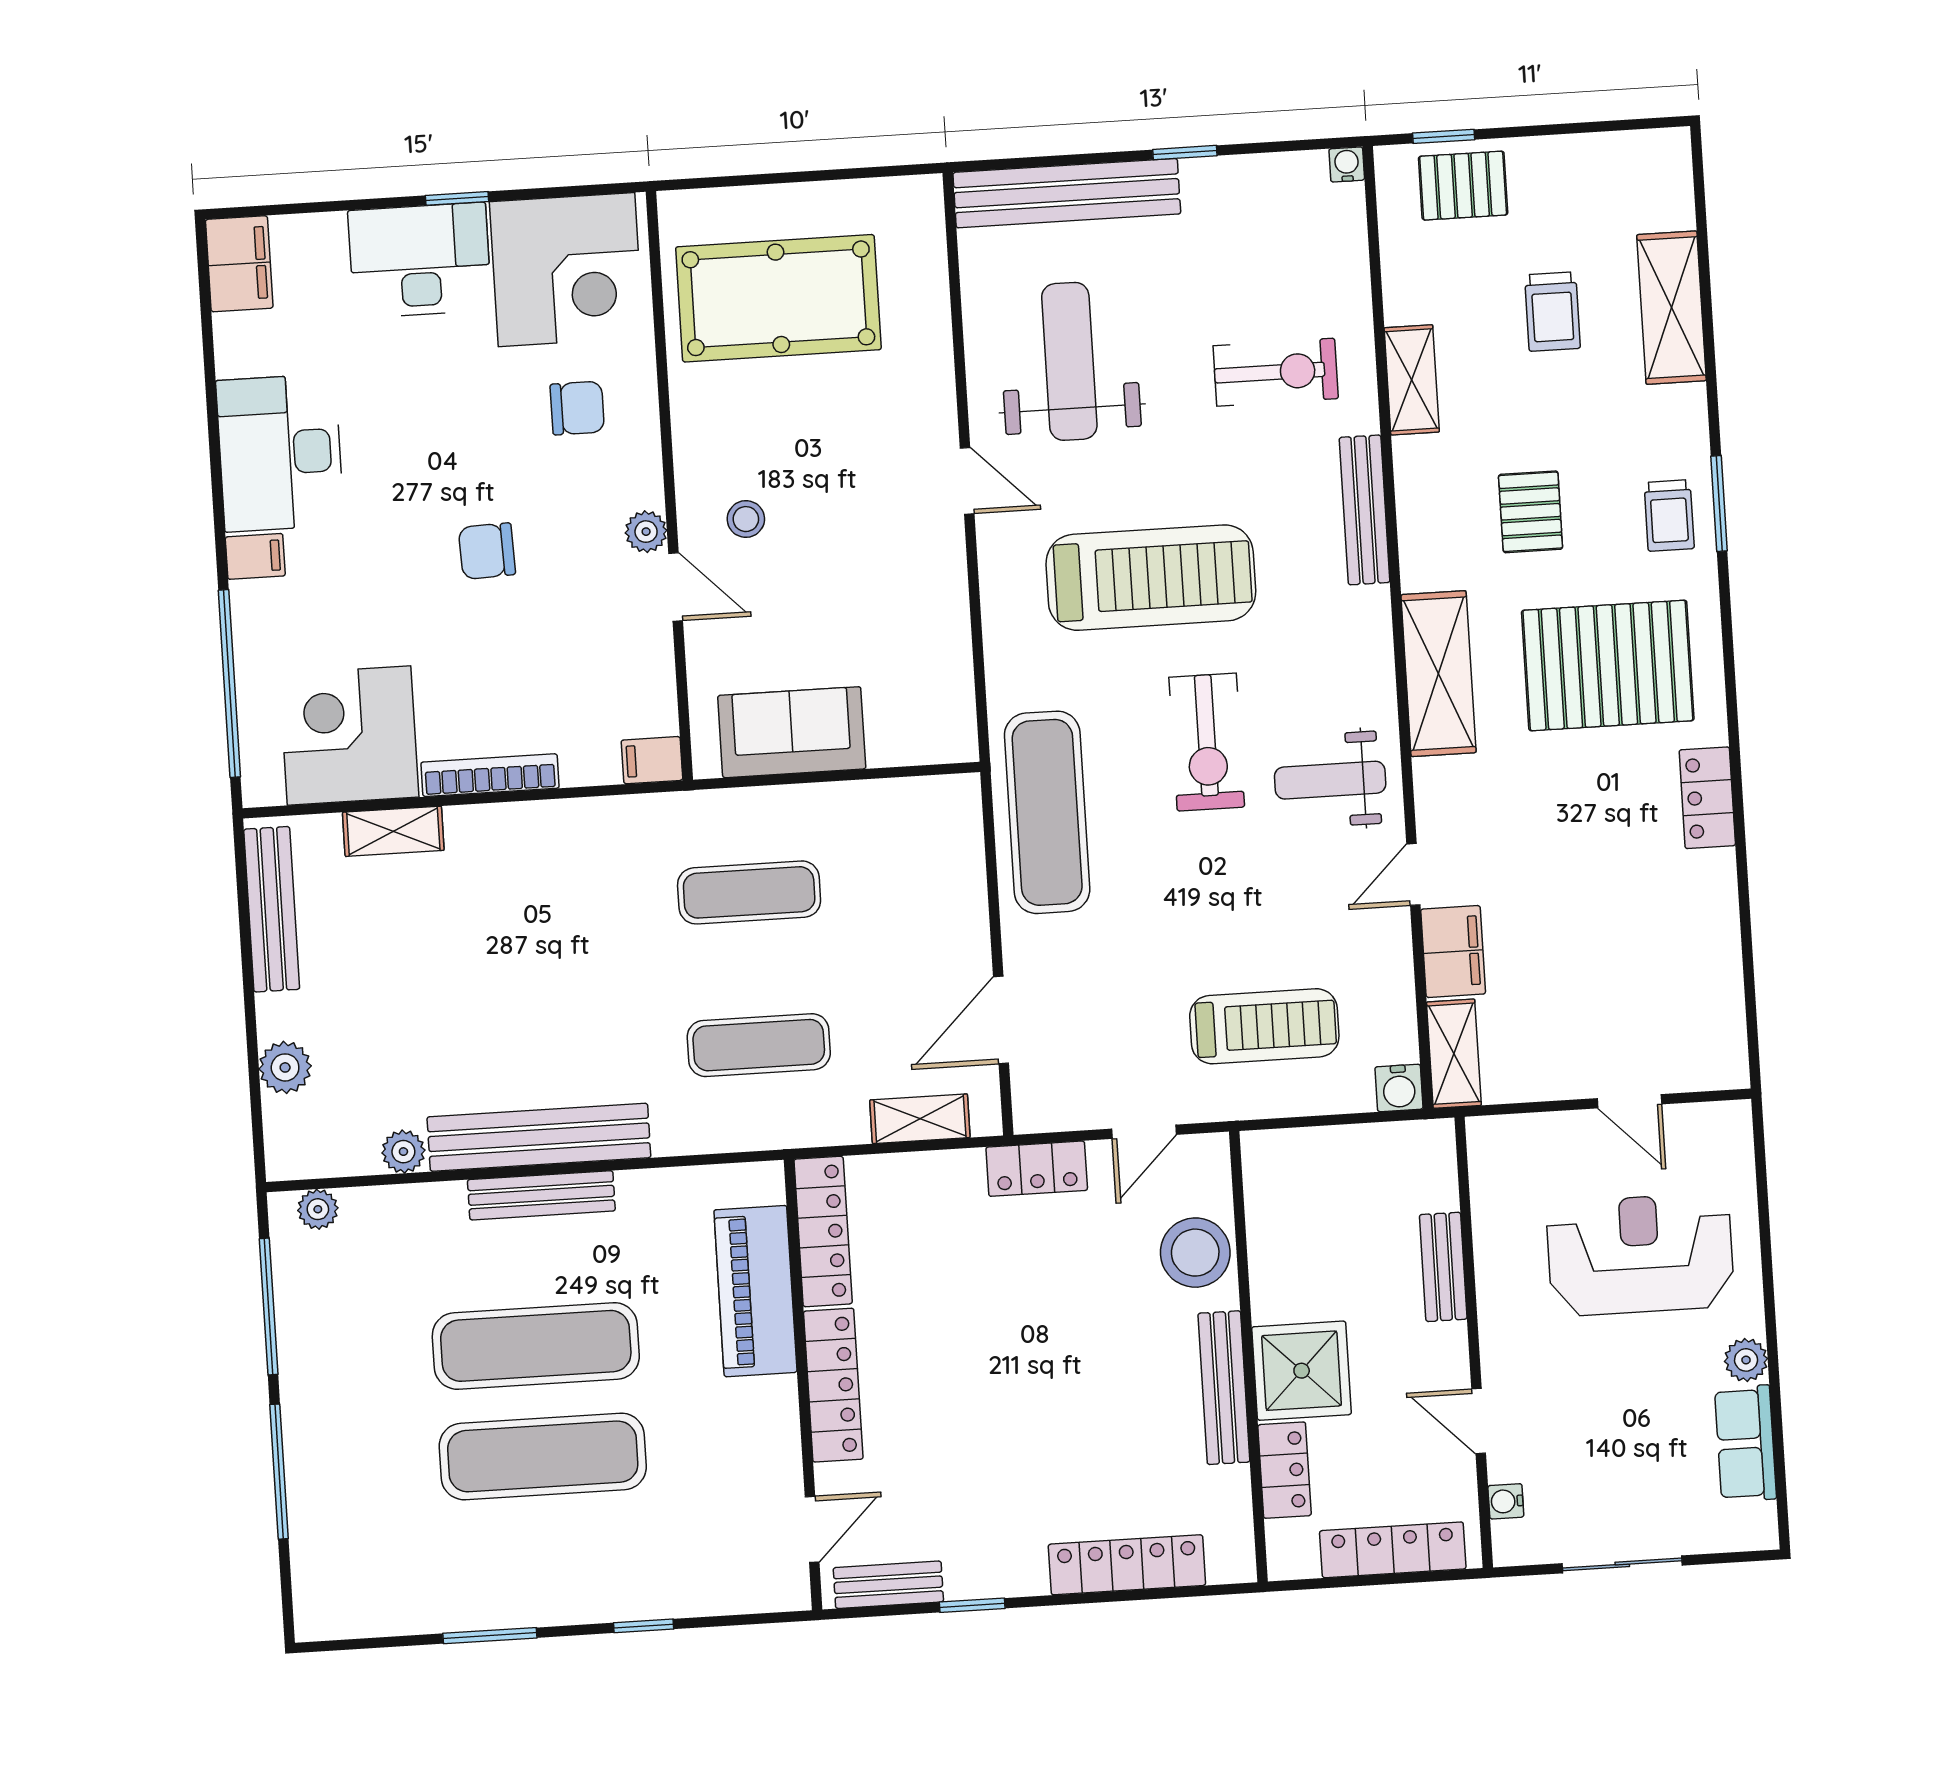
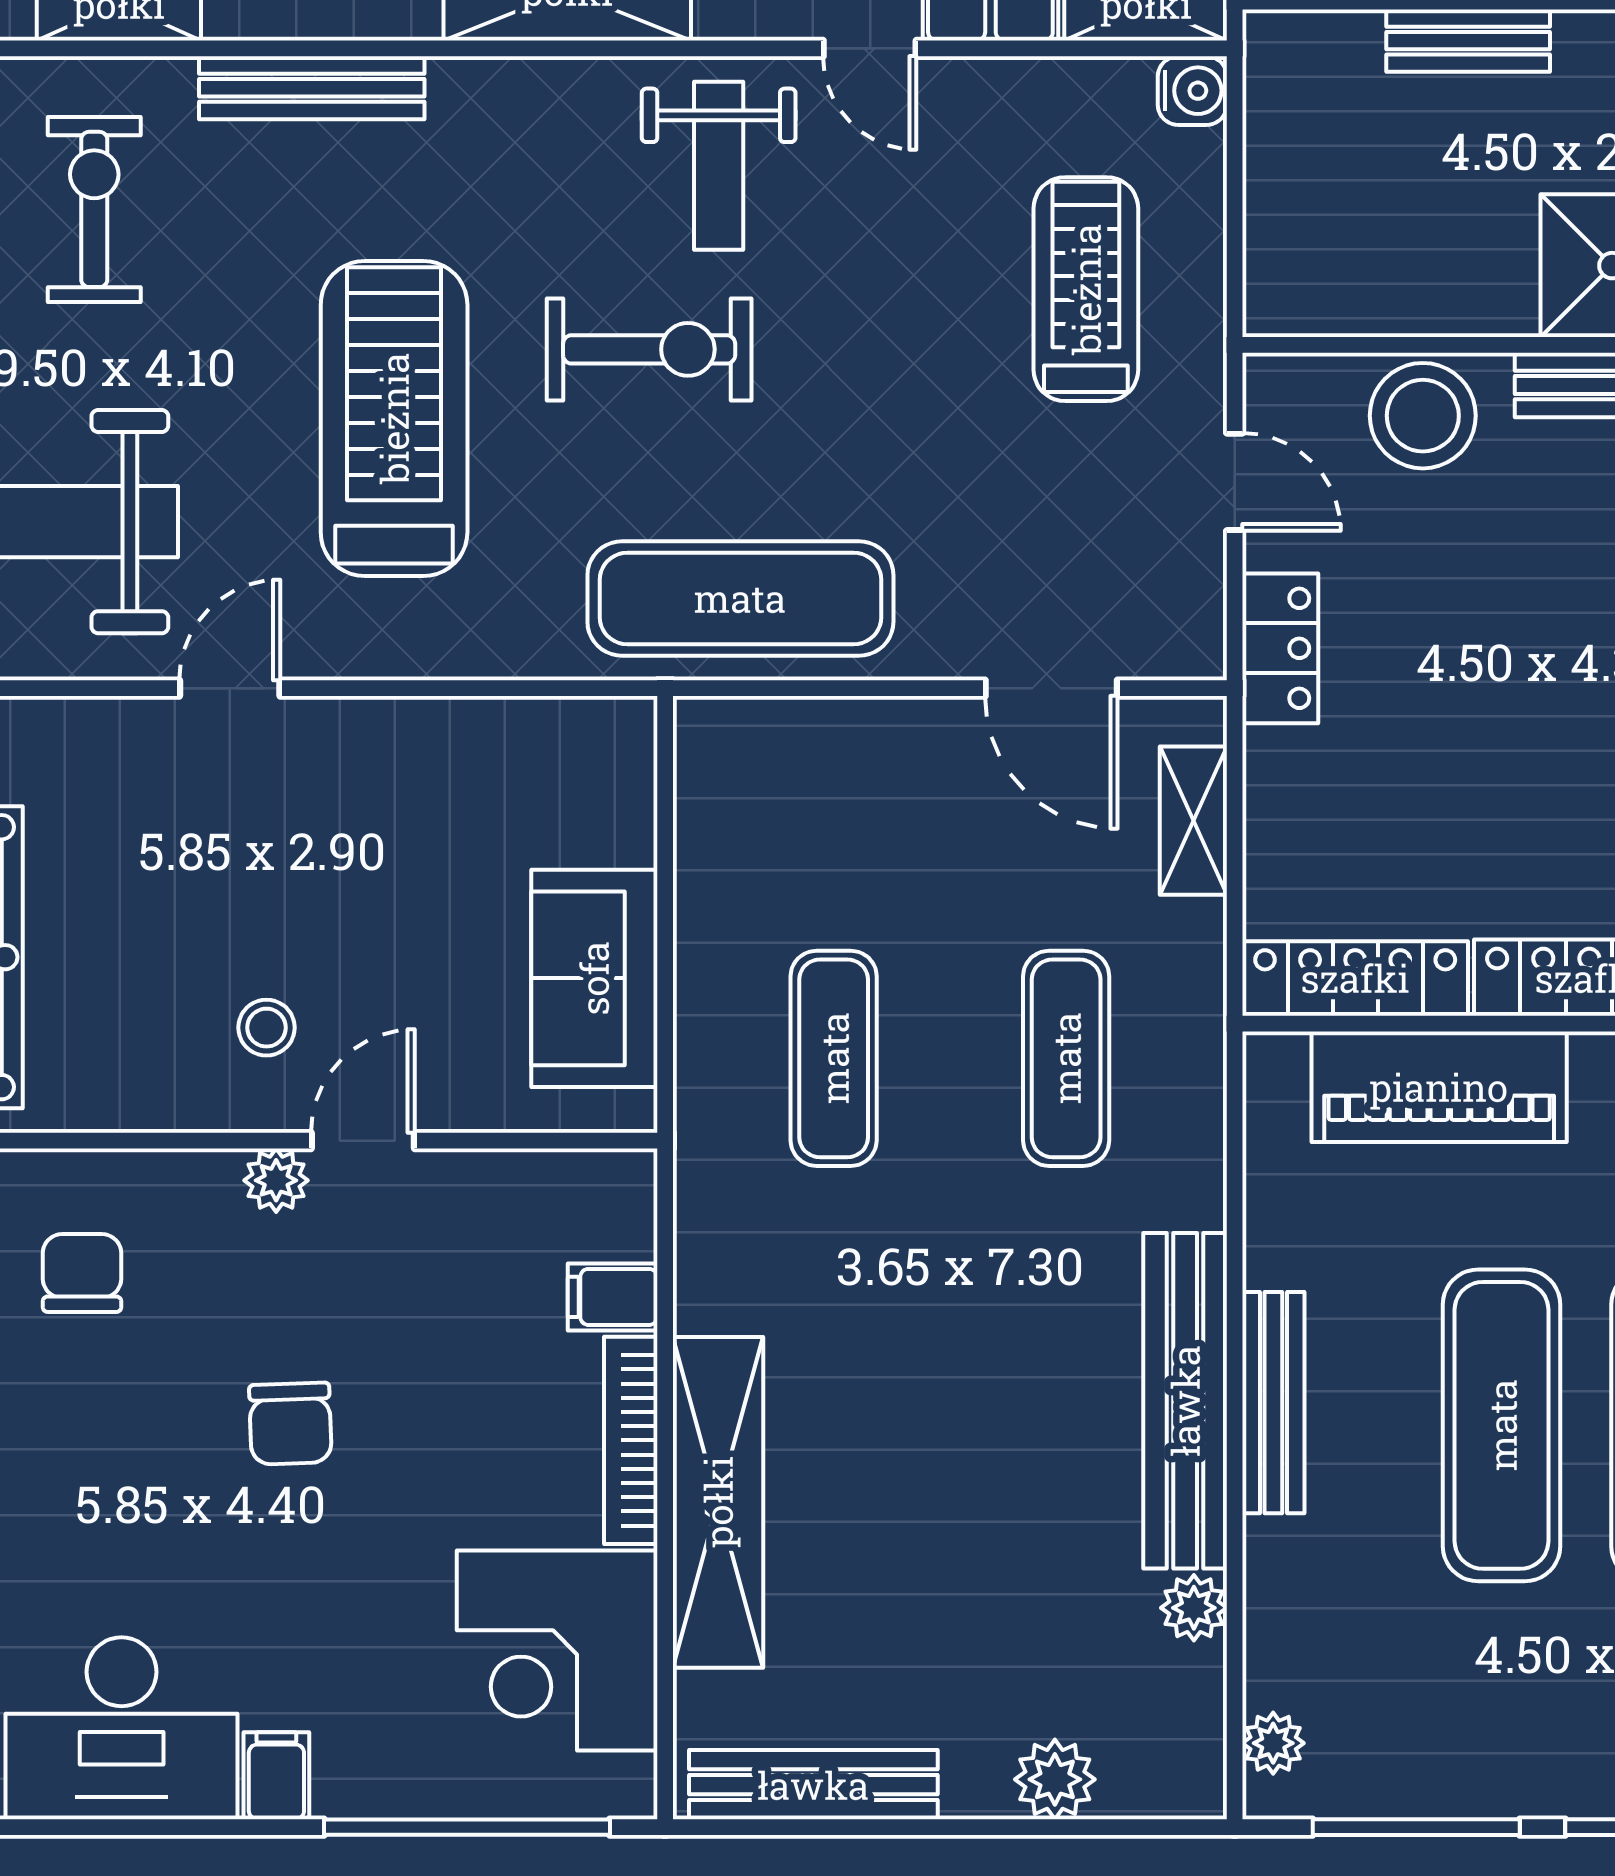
filing cabinet: (652, 760) -> (613, 1297), moved, turned 90
shelving: (393, 831) -> (718, 1502), width x2.20, depth x1.33

